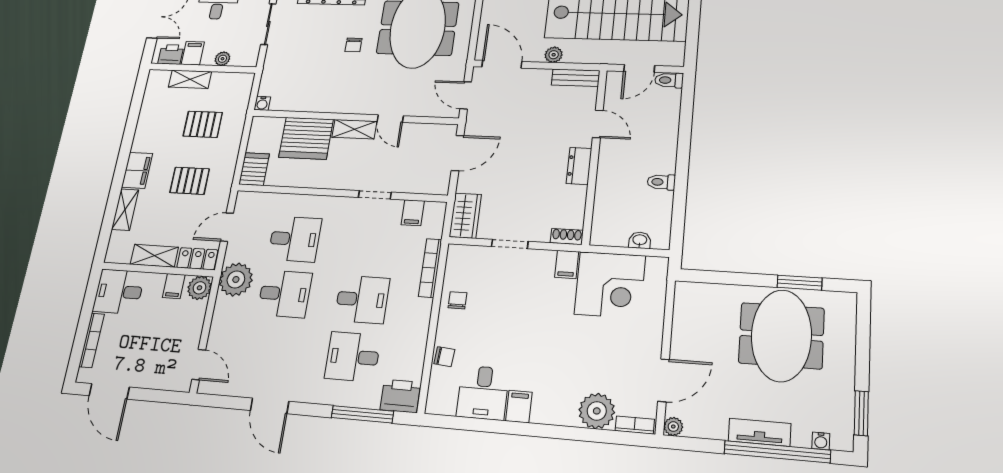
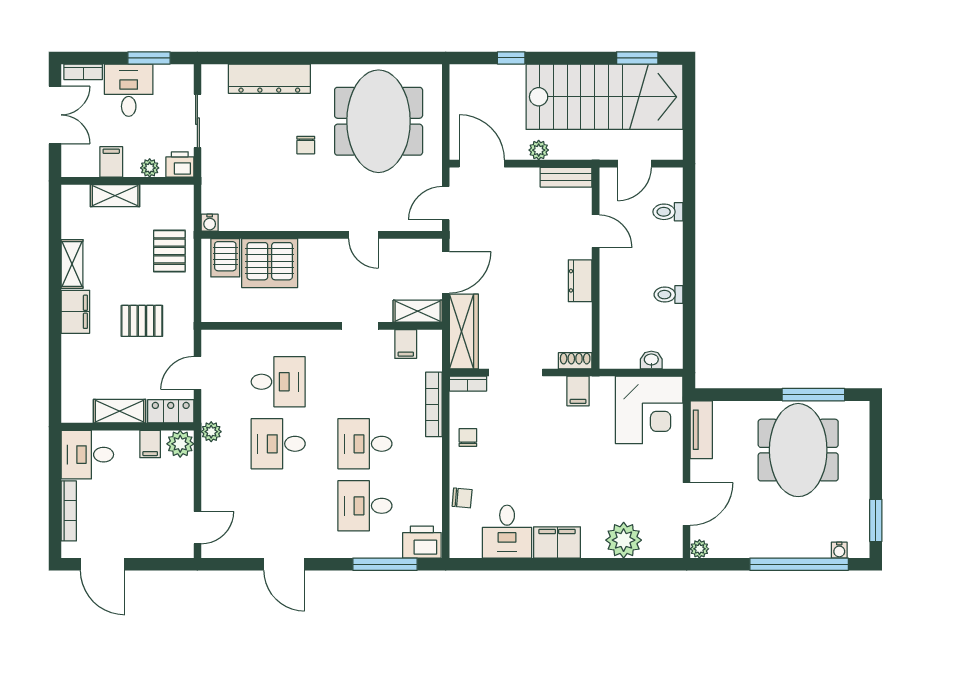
printer: (171, 54) -> (180, 164), moved
toilet: (669, 80) -> (668, 212), moved
door: (466, 95) -> (446, 203), hinge flipped
pallet: (203, 124) -> (169, 251), moved, turned 90
shelving: (354, 129) -> (418, 311), moved
server rack: (254, 169) -> (225, 258), moved, turned 180
shelving: (125, 210) -> (72, 264), moved
wardrobe: (465, 216) -> (464, 331), width x1.50
doorway: (510, 244) -> (516, 373), width x1.38
plant: (236, 279) -> (211, 432), width x0.53, depth x0.53
window: (799, 283) -> (813, 395), width x1.44
corner desk: (610, 285) -> (649, 410), moved
desk: (285, 294) -> (278, 444), turned 180
desk: (362, 299) -> (365, 444), turned 180
door: (199, 365) -> (197, 528), hinge flipped
filing cabinet: (519, 407) -> (557, 542), width x2.00
bookcase: (635, 425) -> (468, 384), moved, turned 180
tv unit: (760, 432) -> (701, 430), moved, turned 90

